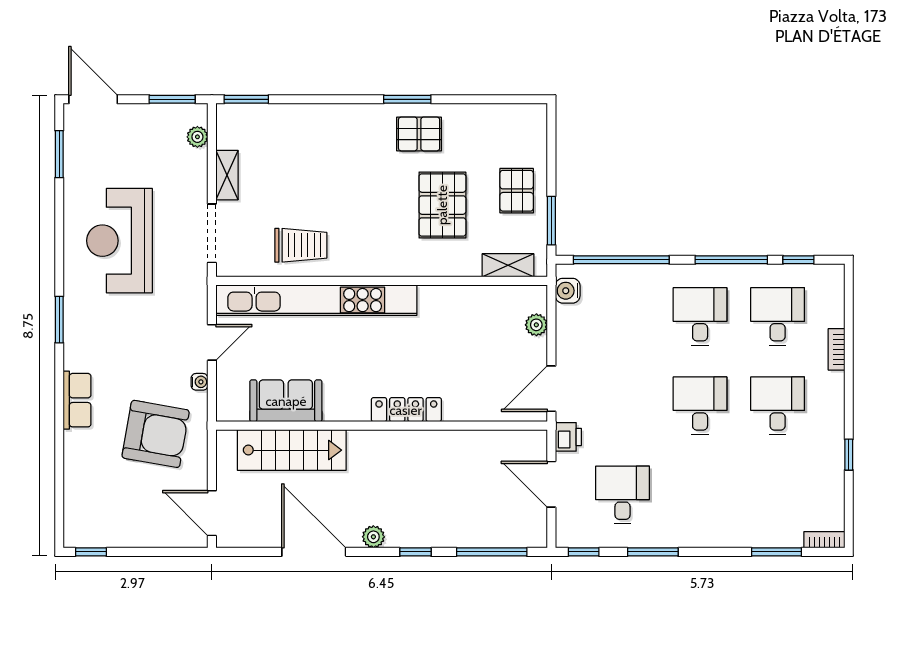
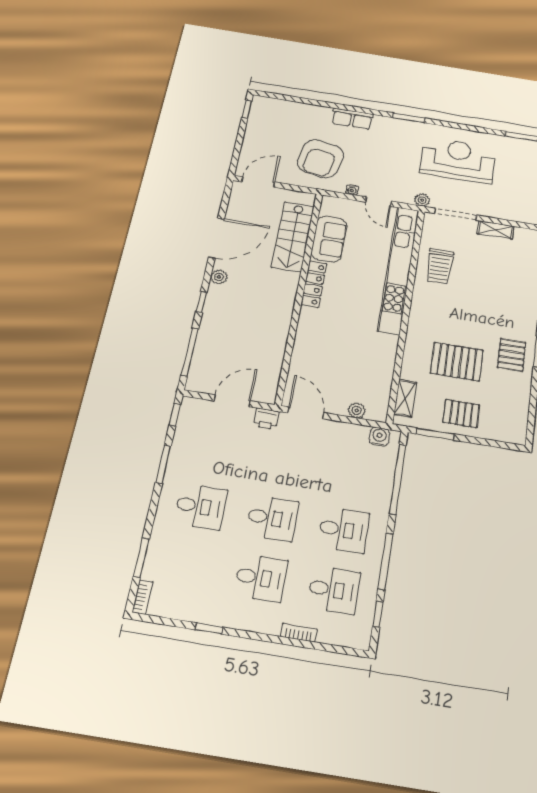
plant: (197, 137) -> (422, 200), moved
locker: (406, 410) -> (314, 284), moved
desk: (622, 495) -> (201, 507), moved

